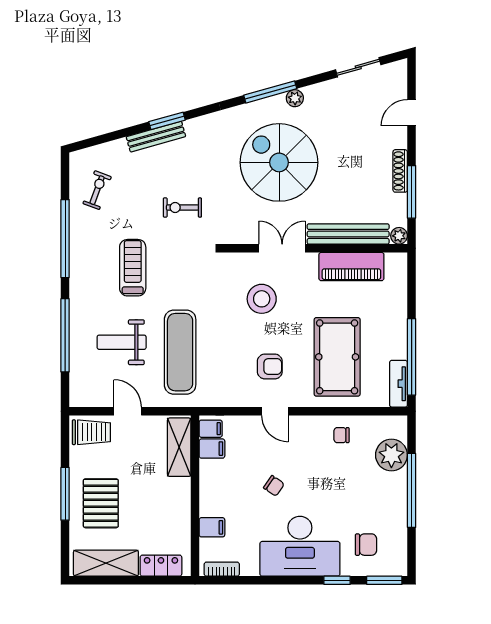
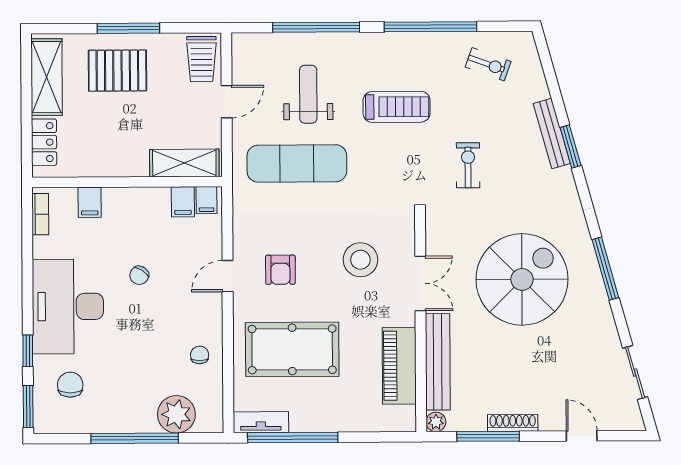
plant: (295, 98) -> (598, 298), removed
chair: (366, 545) -> (70, 385), turned 180

